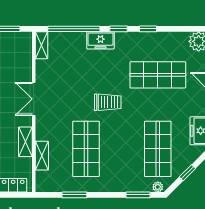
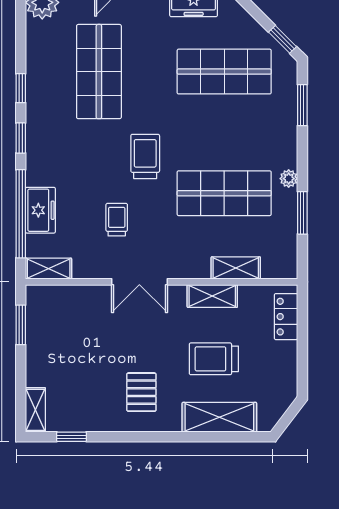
freezer: (100, 40) -> (40, 210), moved
trolley: (70, 85) -> (117, 220), added
window: (187, 173) -> (282, 39), moved
plant: (158, 187) -> (289, 179), moved

